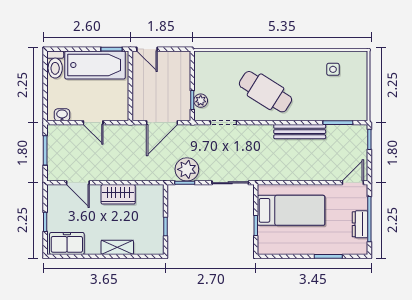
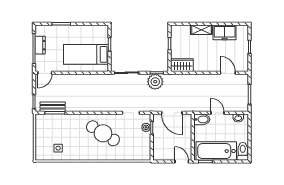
bidet: (117, 113) -> (202, 119), added
door: (162, 123) -> (172, 113), swing flipped
bench: (300, 132) -> (53, 107), moved, width x0.73
wardrobe: (118, 194) -> (182, 65), moved
freezer: (67, 243) -> (225, 32), moved

